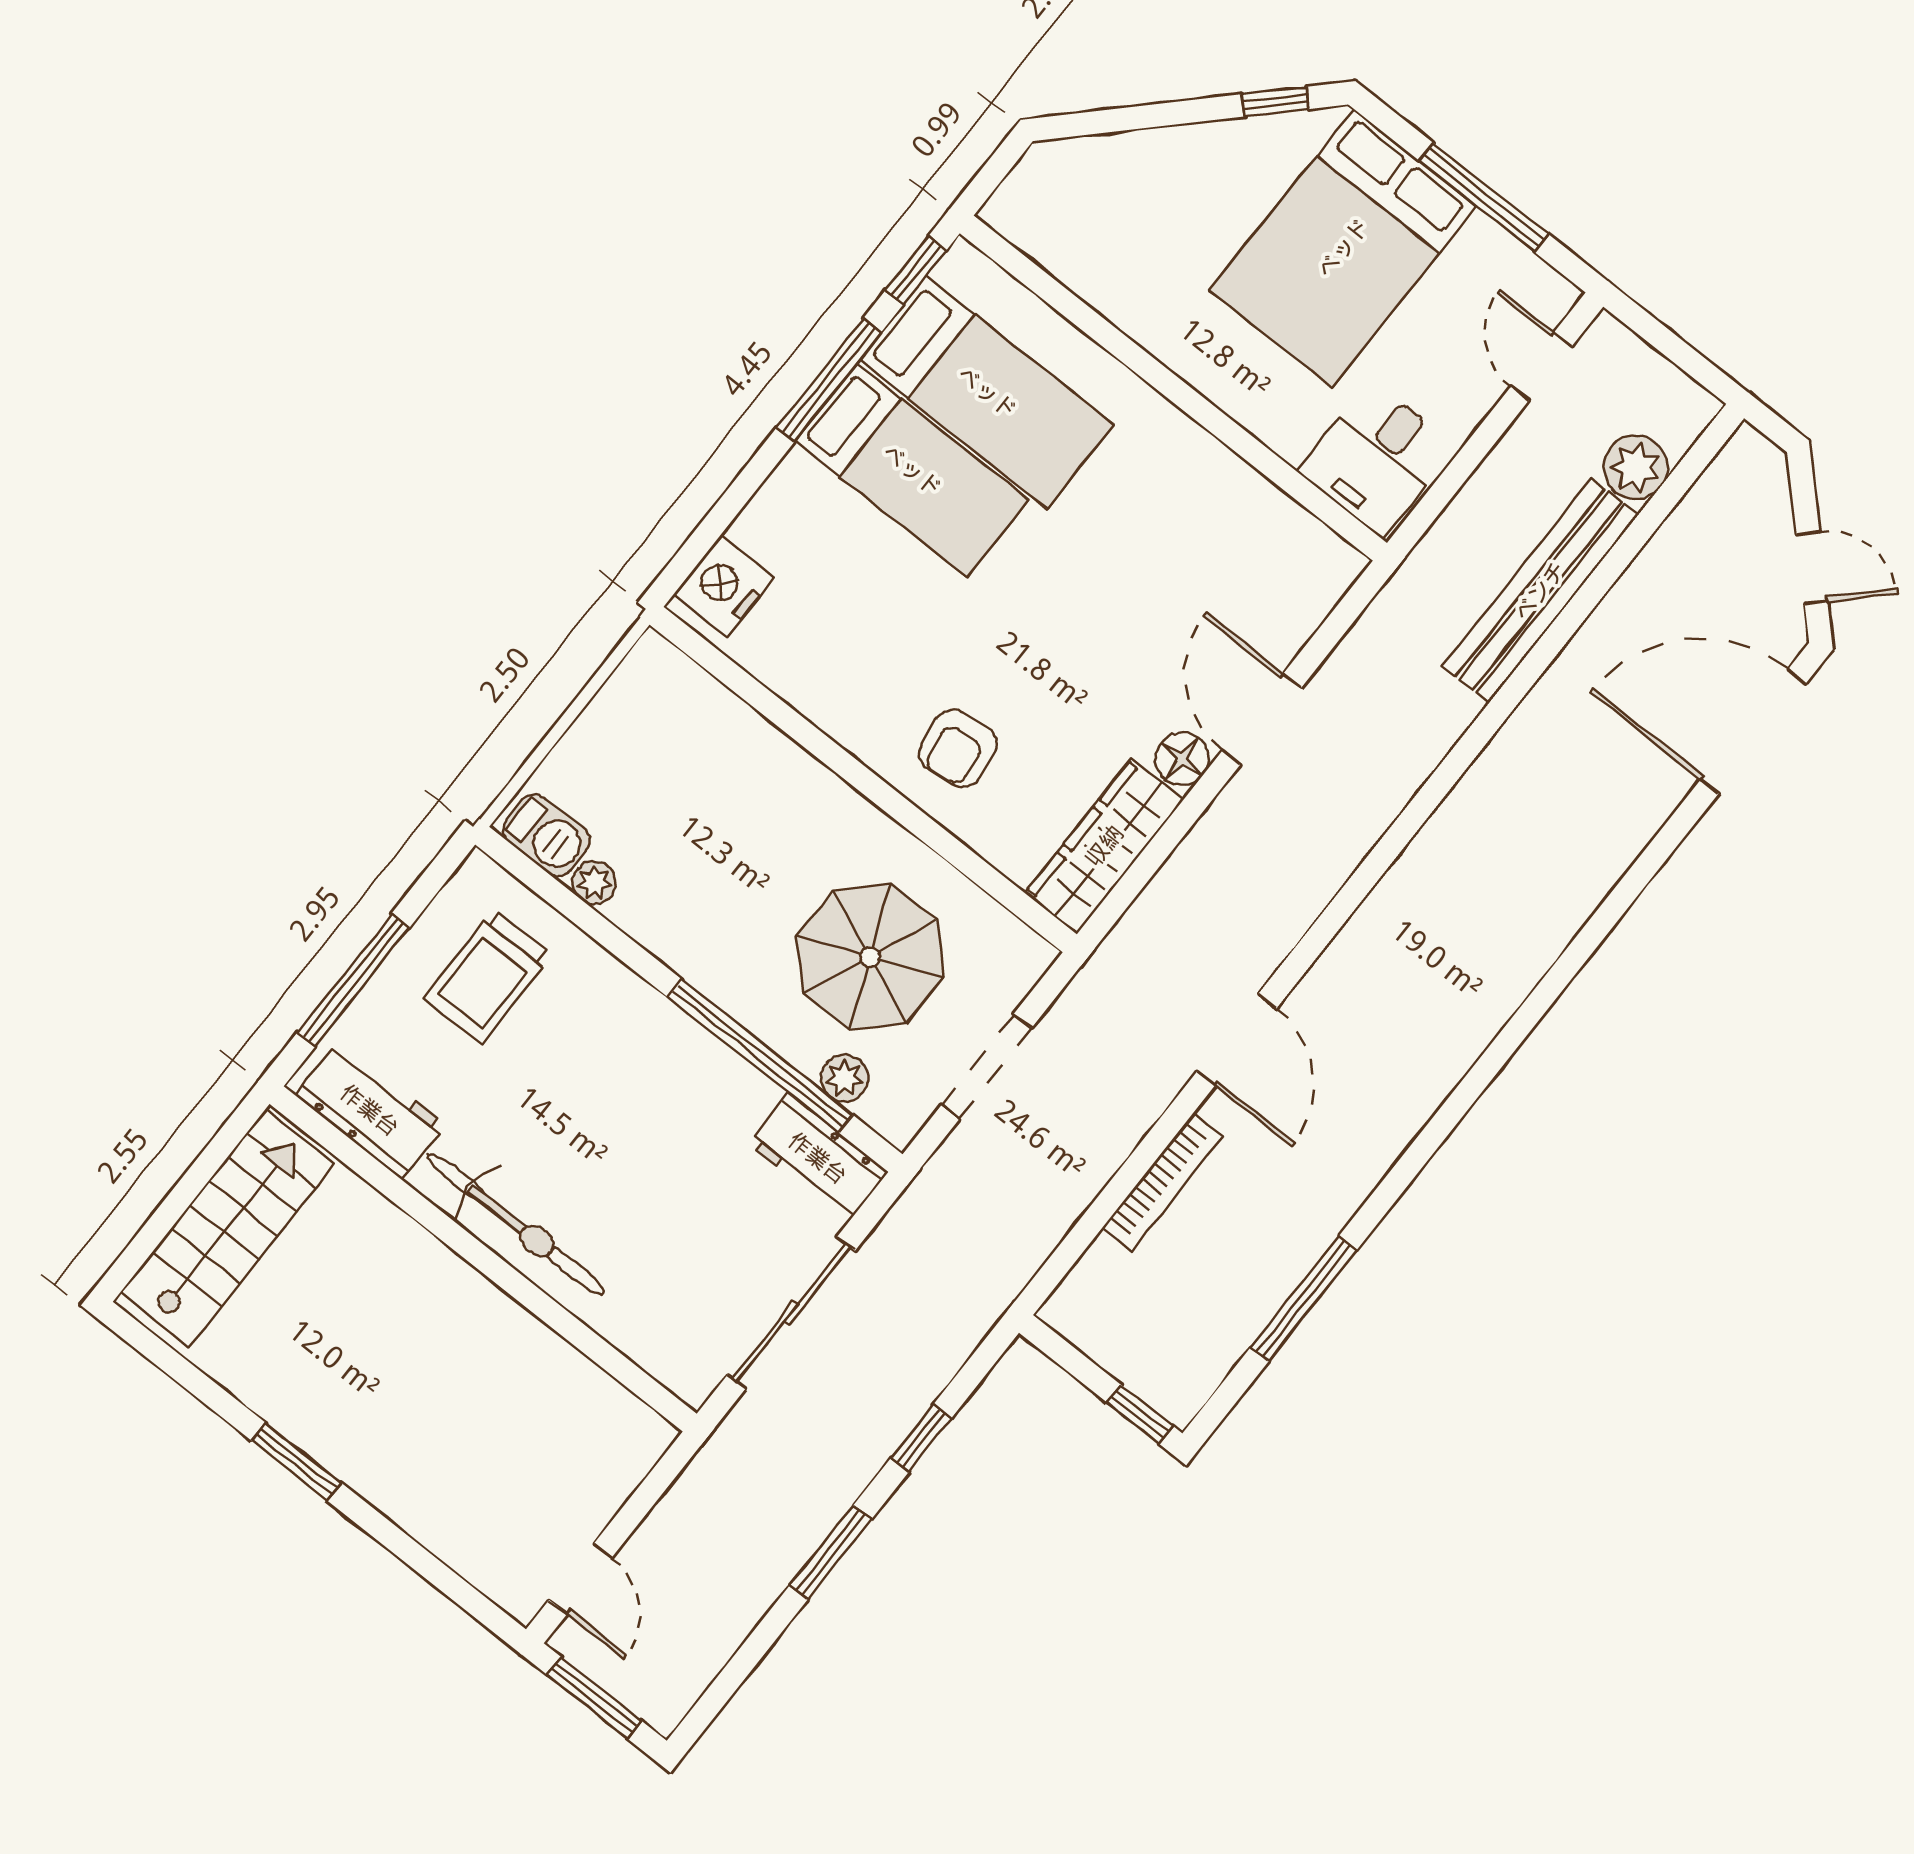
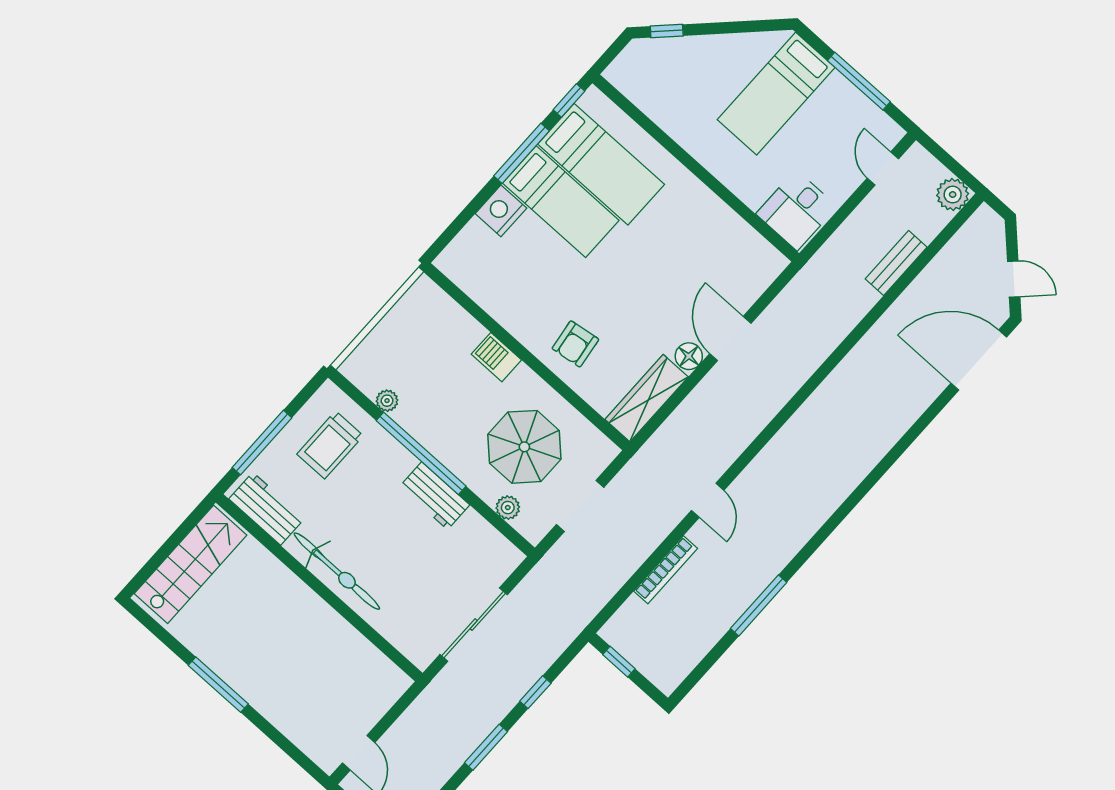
window: (1275, 102) -> (667, 31), moved
bed: (1343, 248) -> (776, 94), width x0.67
plant: (1636, 467) -> (953, 195), moved
nightstand: (724, 586) -> (501, 211), moved
bench: (1540, 591) -> (896, 263), width x0.54, depth x0.82
barbecue: (547, 835) -> (496, 357), moved, turned 180
door: (1237, 1040) -> (708, 500), width x0.73
window: (760, 1056) -> (421, 453), moved
workbench: (818, 1158) -> (435, 496), moved
window: (1304, 1299) -> (759, 605), moved
window: (1140, 1414) -> (619, 662), moved
window: (296, 1462) -> (218, 685), width x1.44

